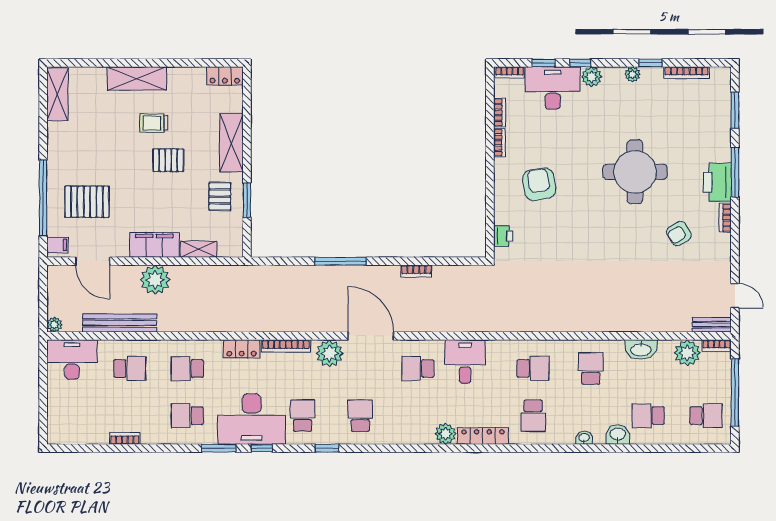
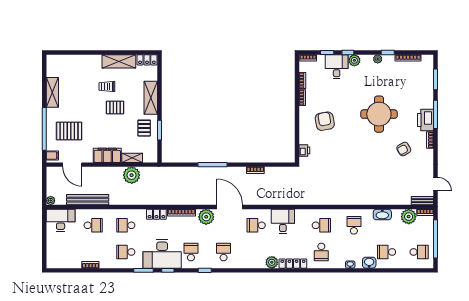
shelving: (137, 79) -> (119, 61), moved
desk: (553, 88) -> (337, 67), width x0.73
shelving: (57, 94) -> (52, 92), moved
plant: (155, 280) -> (132, 175), moved

